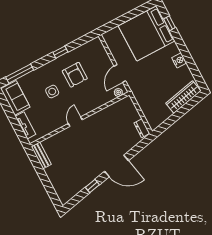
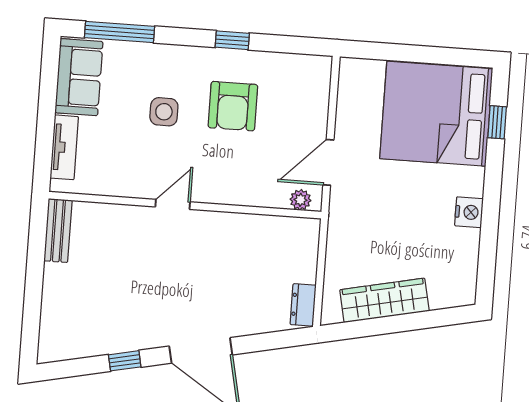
wardrobe: (183, 97) -> (384, 300), moved

